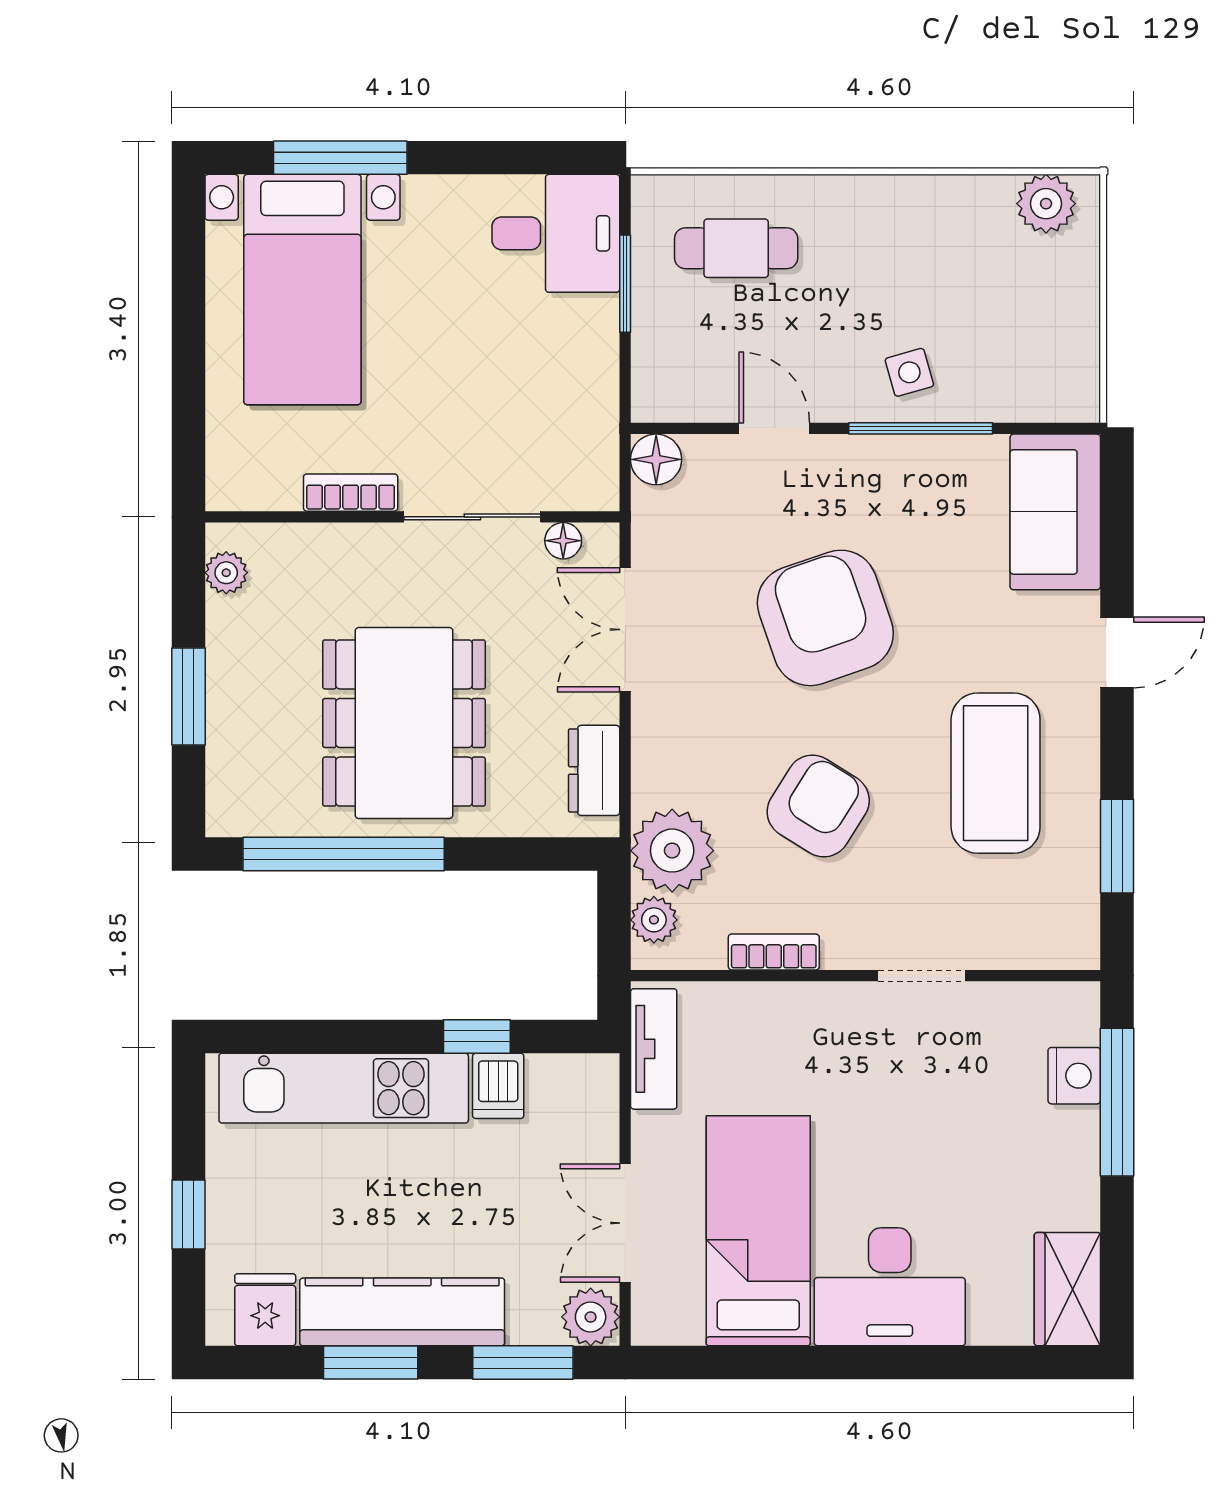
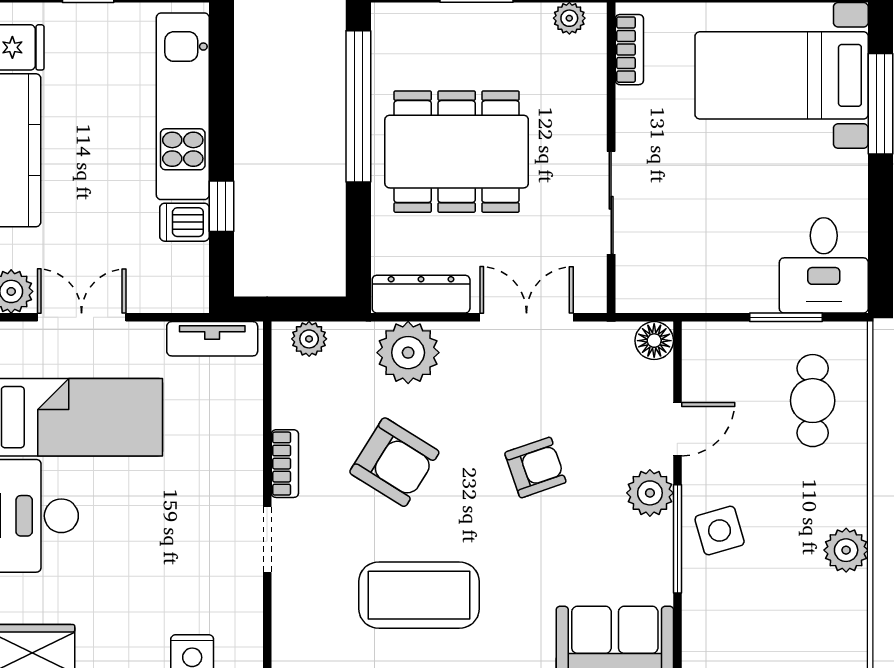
plant: (1046, 204) -> (846, 550), moved
side table: (909, 372) -> (720, 531), width x1.37, depth x1.37
plant: (859, 465) -> (650, 493), added
bookcase: (351, 493) -> (629, 50), moved
floor lamp: (563, 541) -> (593, 271), removed
armchair: (825, 618) -> (535, 467), width x0.53, depth x0.53
dresser: (594, 770) -> (421, 294), width x1.44
plant: (672, 851) -> (408, 353), moved
bookcase: (774, 952) -> (285, 464), moved

